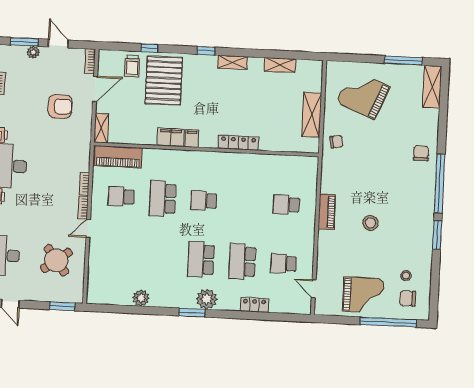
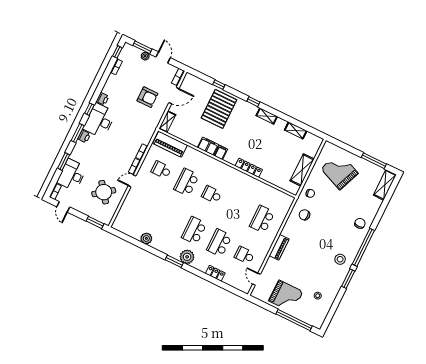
trolley: (132, 66) -> (203, 91), removed
school desk: (286, 205) -> (262, 219), width x1.85
piano: (327, 212) -> (279, 247), moved
stool: (370, 223) -> (340, 259), moved
chair: (408, 298) -> (304, 215), moved

